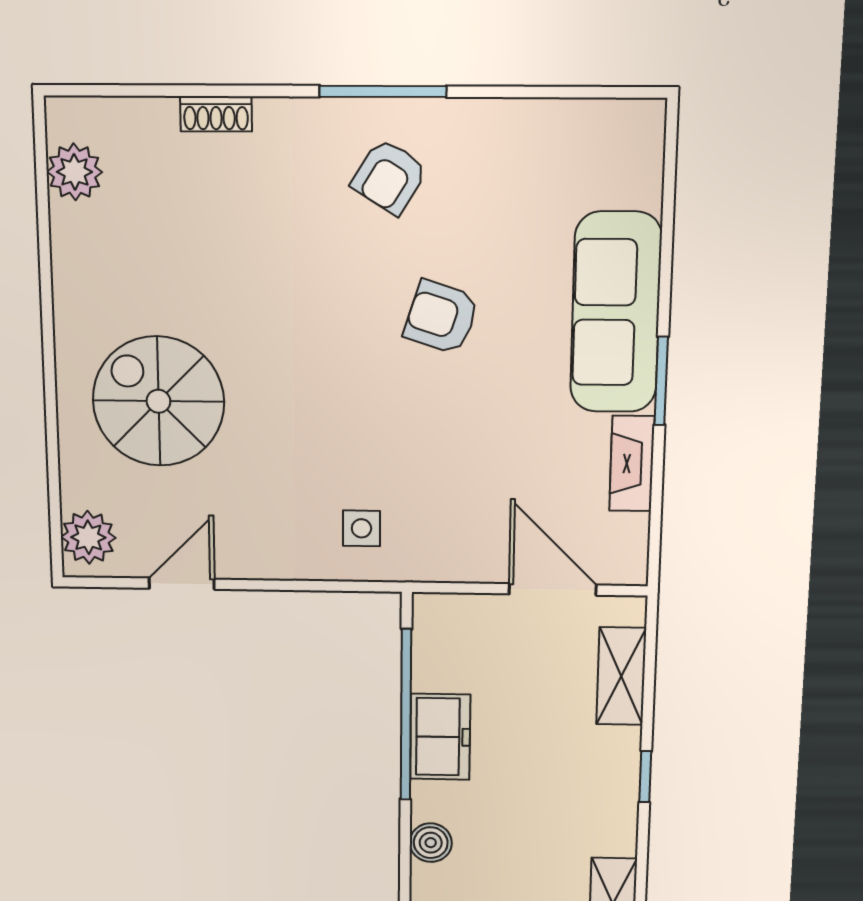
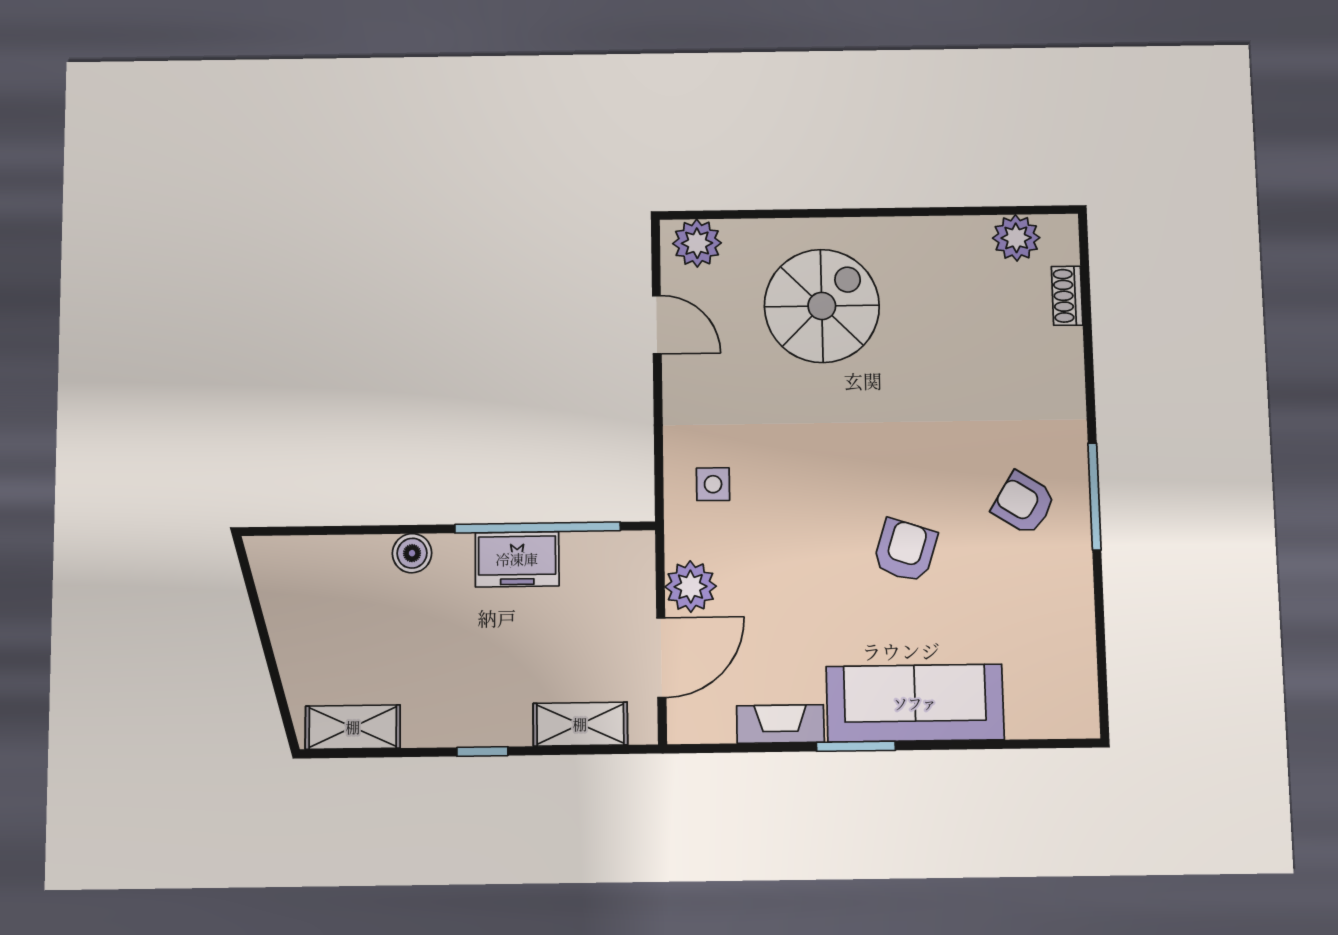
shoe rack: (216, 114) -> (1067, 296), moved
plant: (475, 556) -> (691, 587), added

